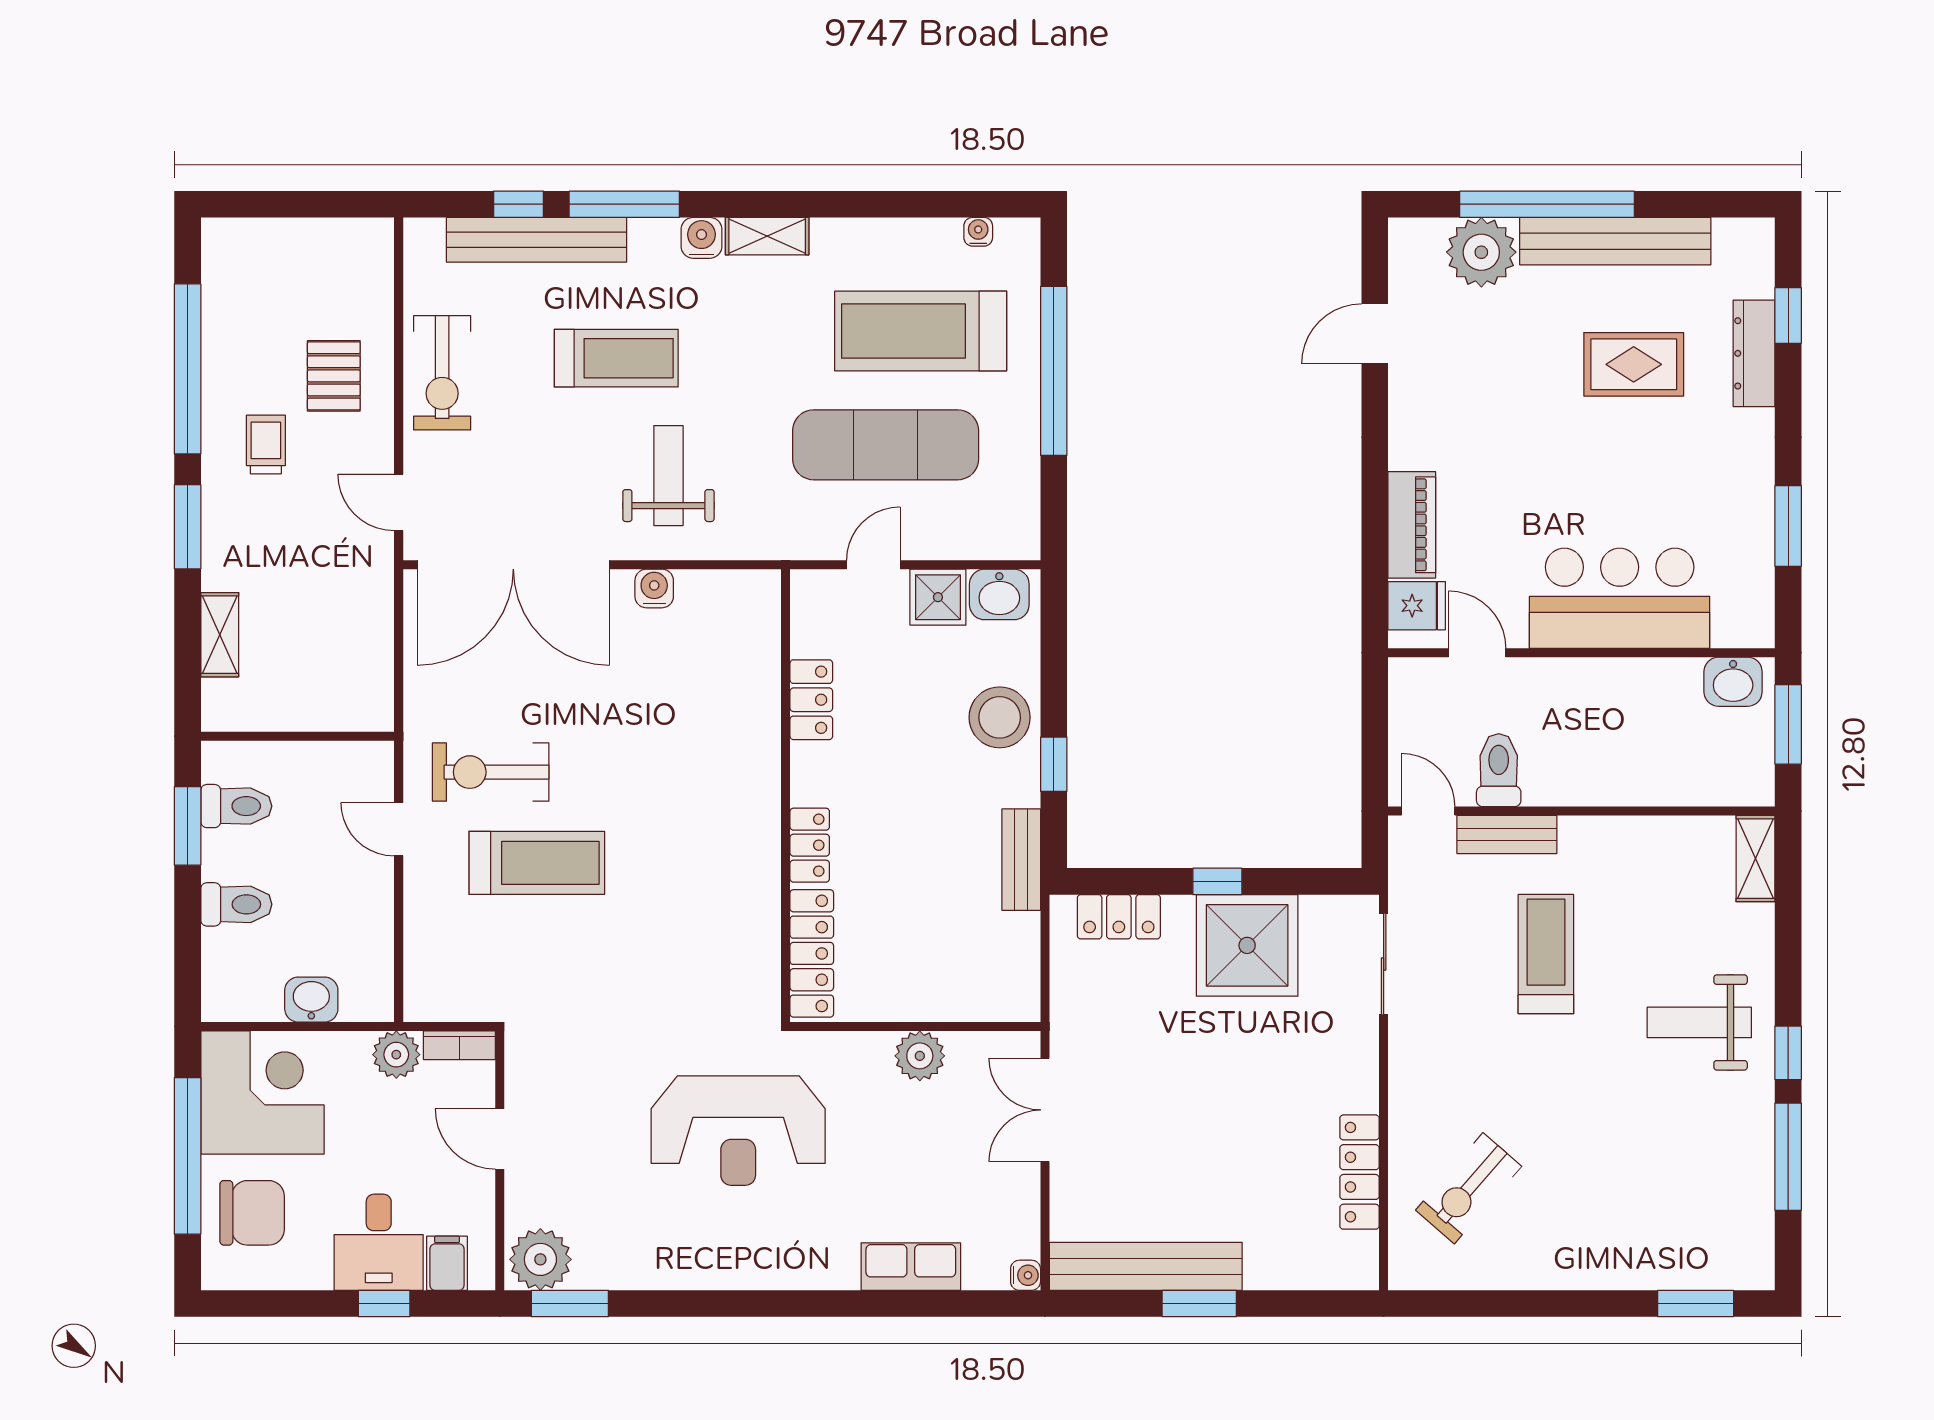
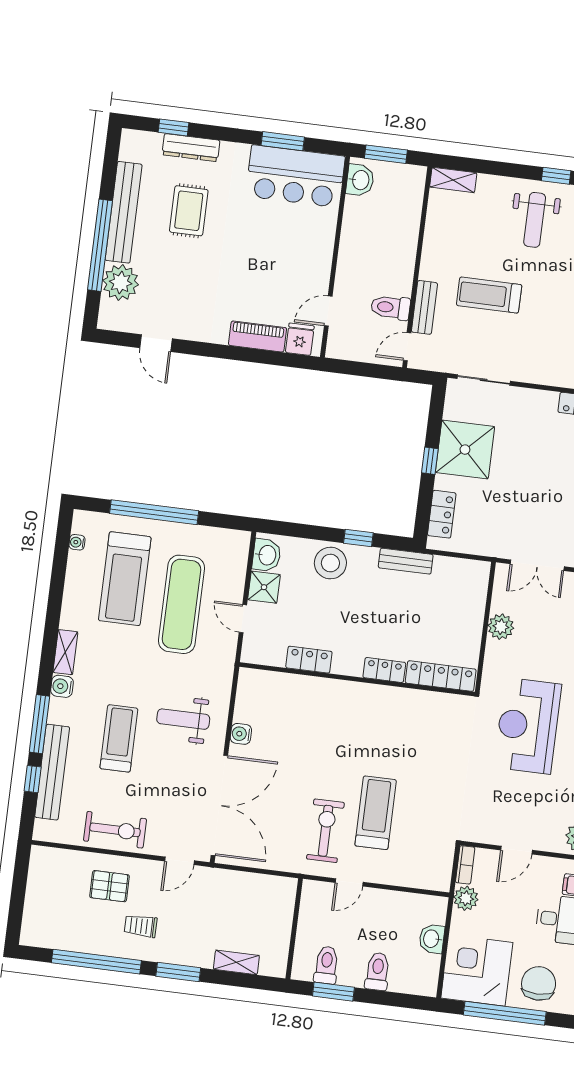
bar counter: (1620, 598) -> (295, 176), moved, turned -90
exercise bike: (491, 772) -> (325, 831), turned 180
reception desk: (738, 1131) -> (528, 726), turned 180

